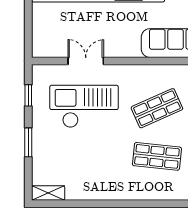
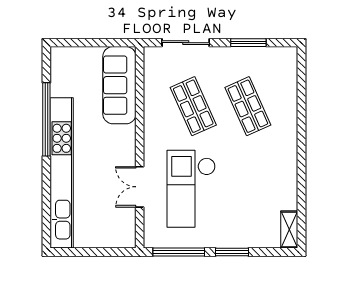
window: (28, 95) -> (179, 252), width x2.17
shop shelf: (157, 156) -> (248, 106), turned -30

